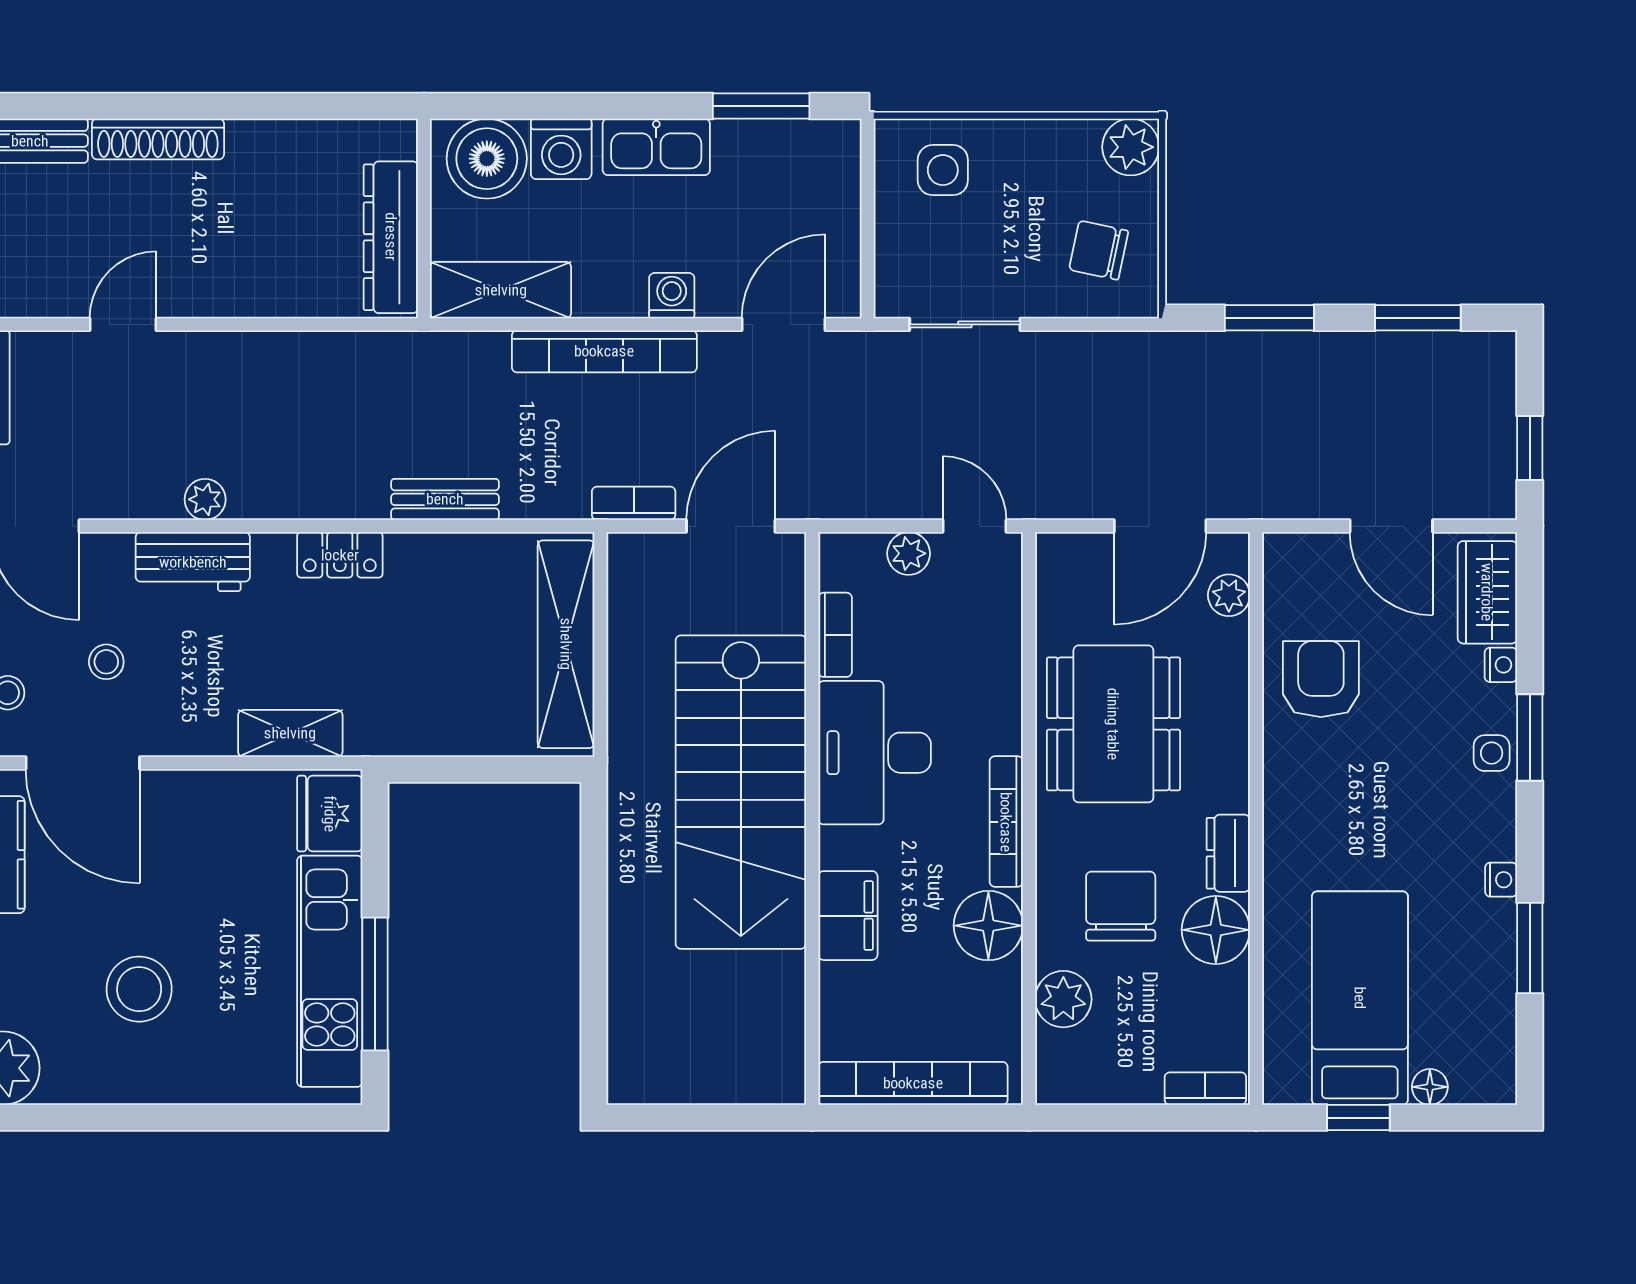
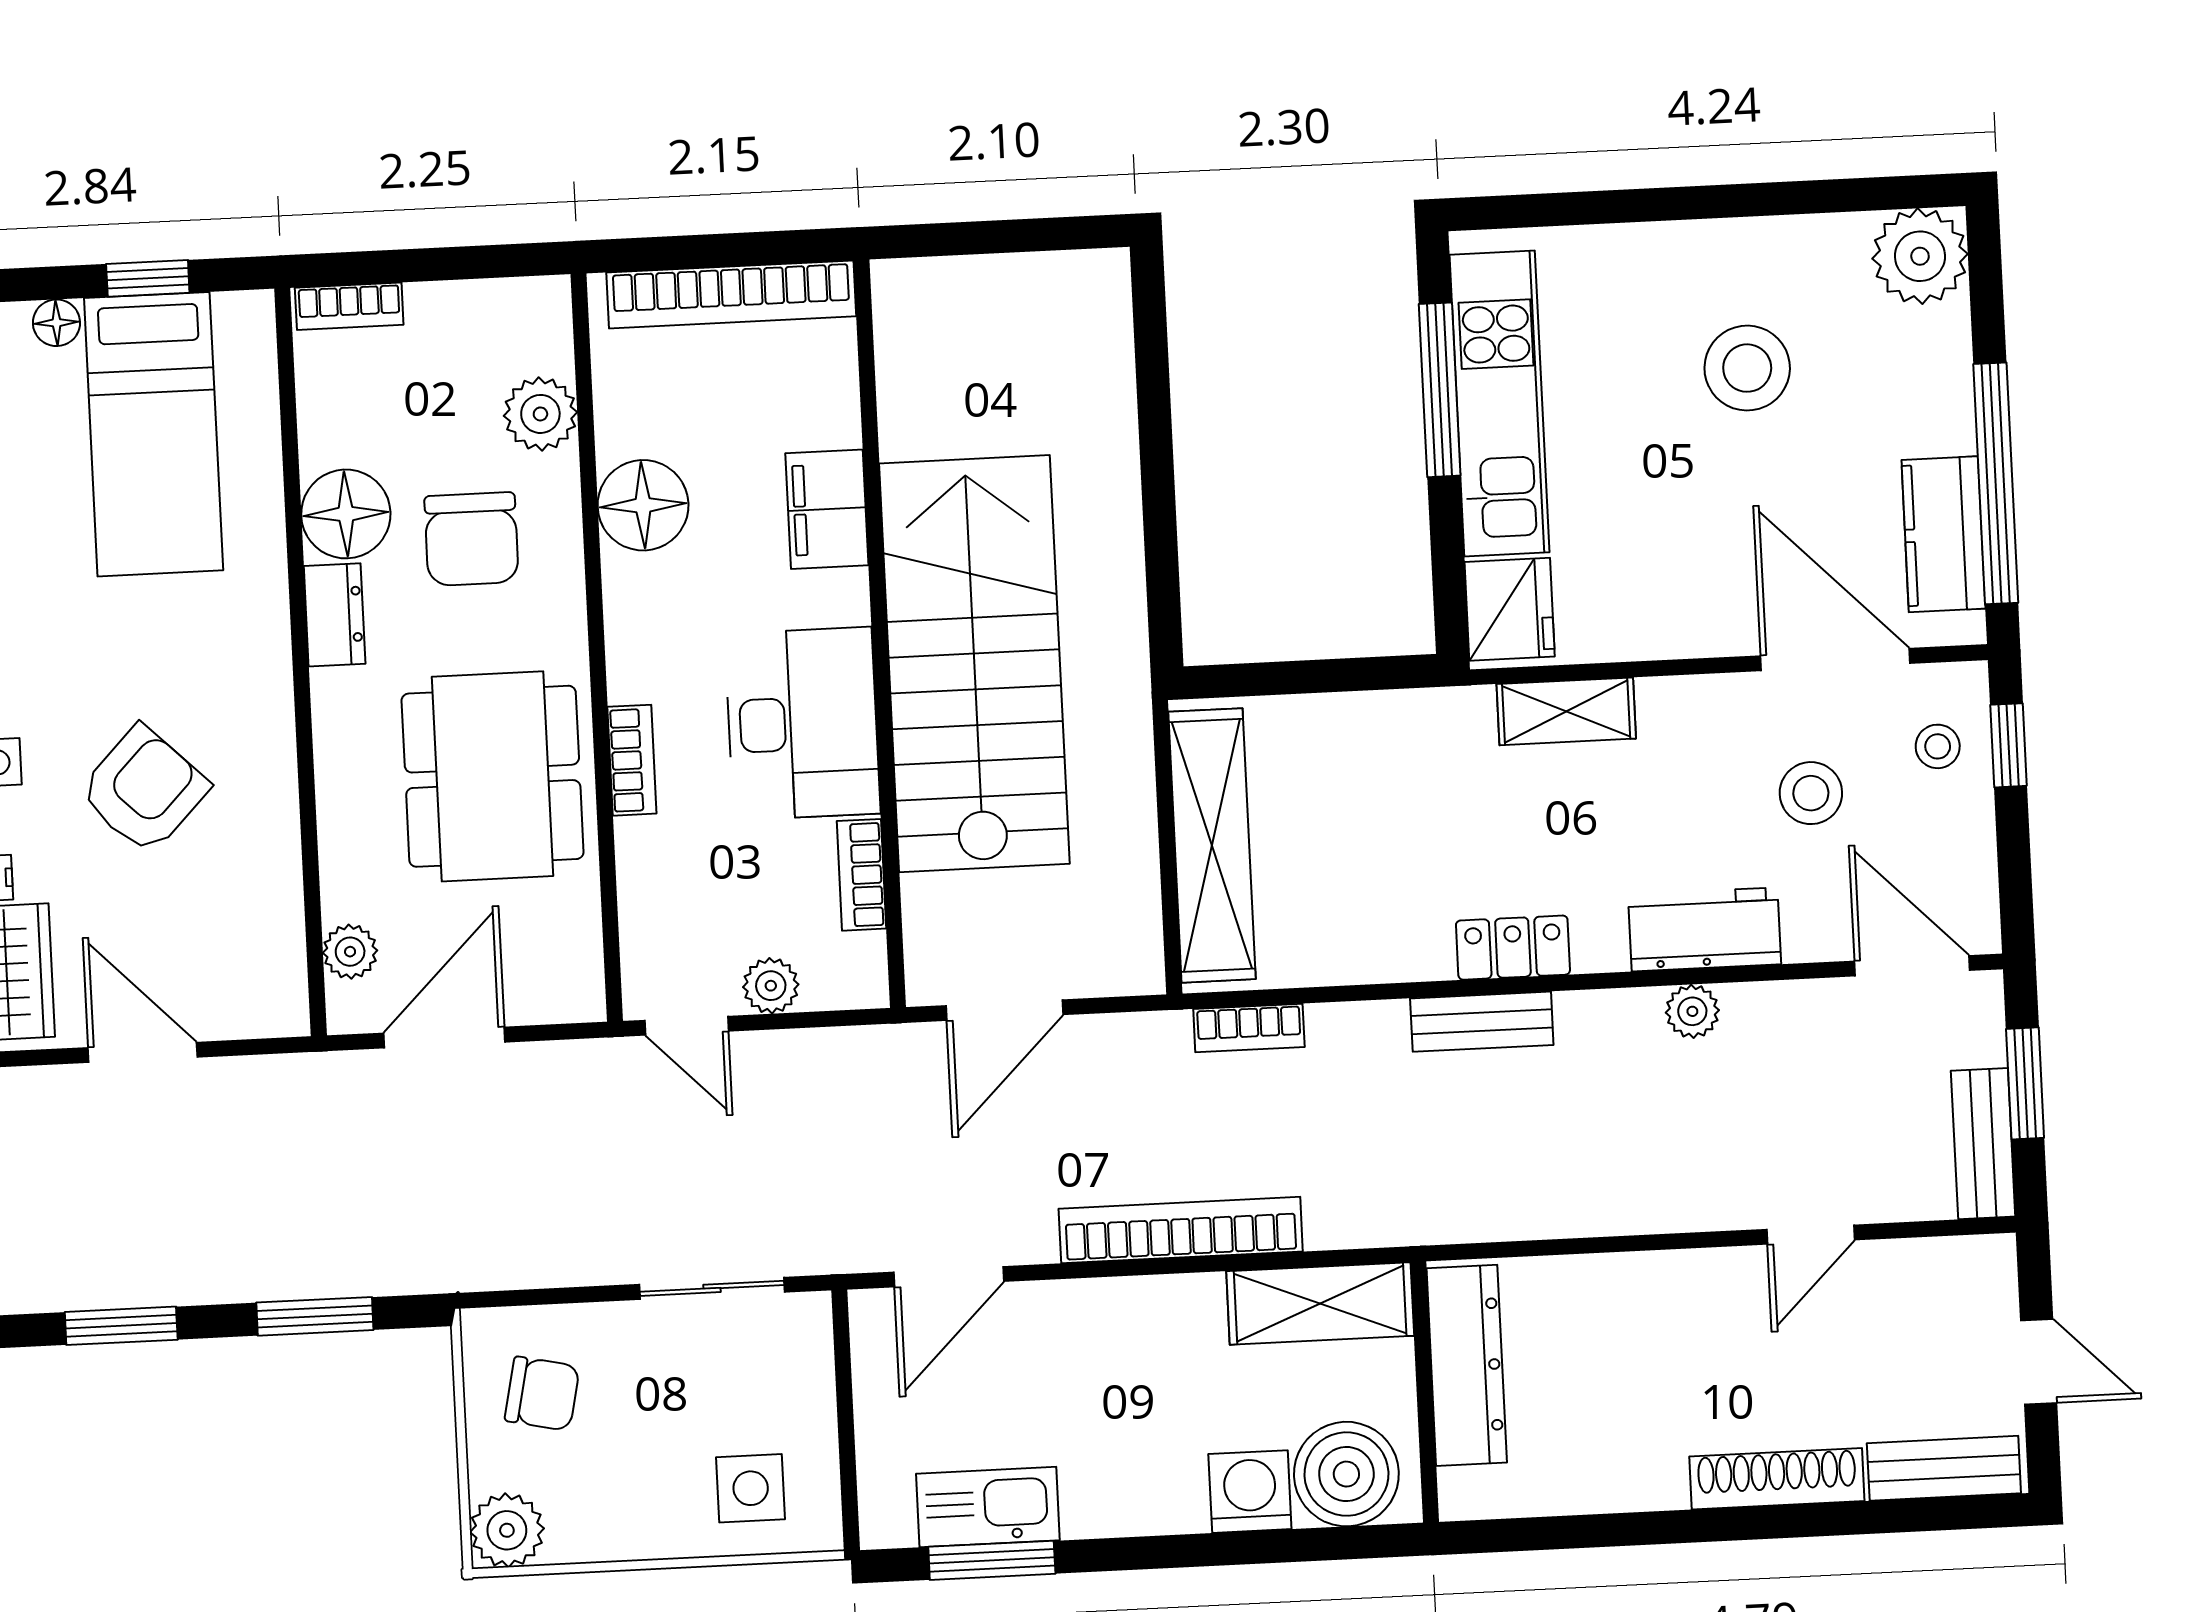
kitchen sink: (656, 147) -> (988, 1507), moved
washing machine: (672, 296) -> (1096, 1307), removed
bench: (445, 499) -> (1482, 1022), moved
bookcase: (634, 503) -> (1249, 1028), moved
stool: (106, 662) -> (1811, 793), width x1.37, depth x1.37
armchair: (1321, 679) -> (144, 790), moved, turned -136
bookcase: (1006, 822) -> (632, 760), moved, width x0.64

